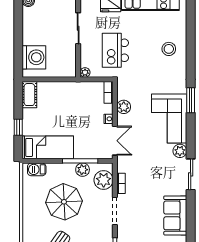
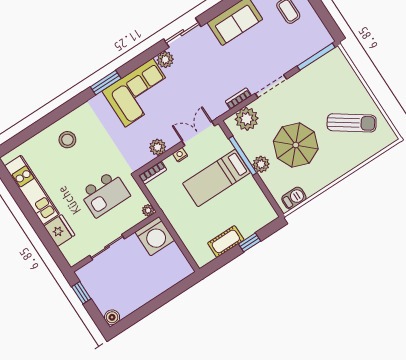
washing machine: (34, 57) -> (155, 236), moved, turned 180
cot: (29, 95) -> (226, 241), moved
bed: (48, 147) -> (217, 178), moved, turned -90
barbecue: (37, 169) -> (294, 198), moved, turned -90
plant: (83, 170) -> (261, 164), moved

